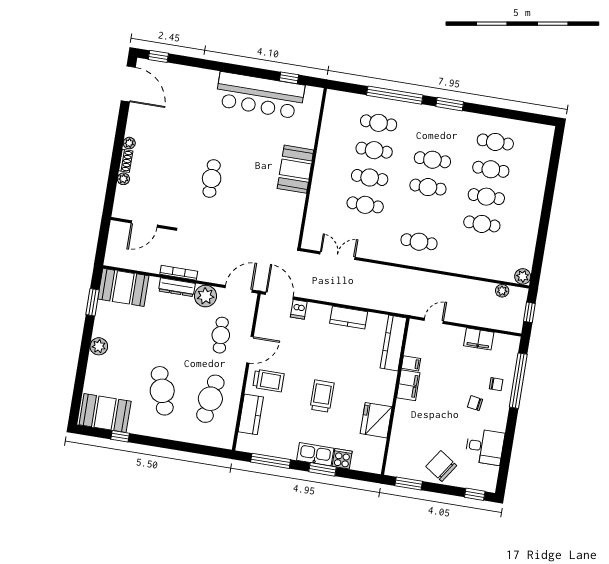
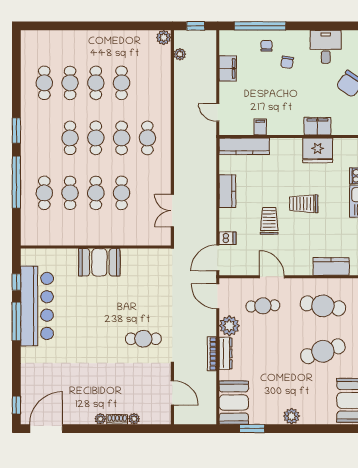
window: (247, 71) -> (16, 321), added
cafe table: (212, 179) -> (143, 339), moved
cafe table: (423, 214) -> (122, 138), added
trolley: (268, 381) -> (269, 221), moved
filing cabinet: (408, 385) -> (317, 126), moved

